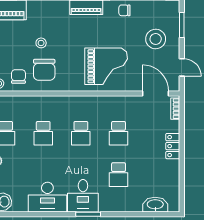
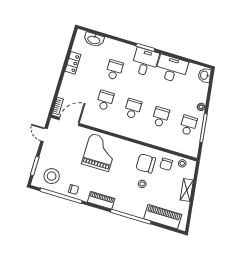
stool: (156, 39) -> (52, 176), moved
grand piano: (106, 66) -> (99, 152), turned 90
chair: (44, 70) -> (146, 163), turned -90
door: (156, 93) -> (69, 121), swing flipped
locker: (173, 146) -> (73, 63), moved

